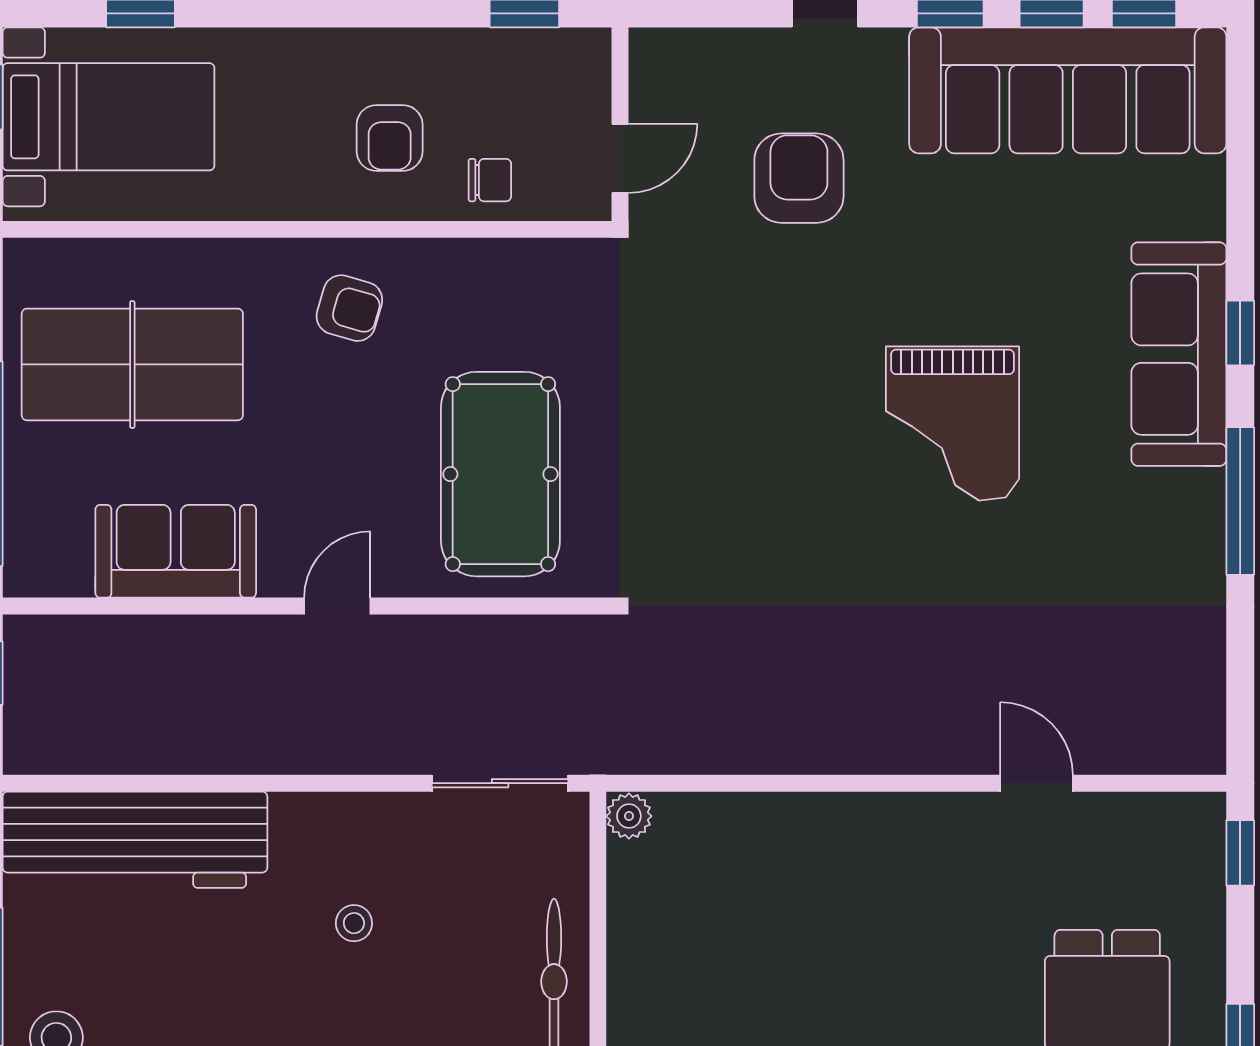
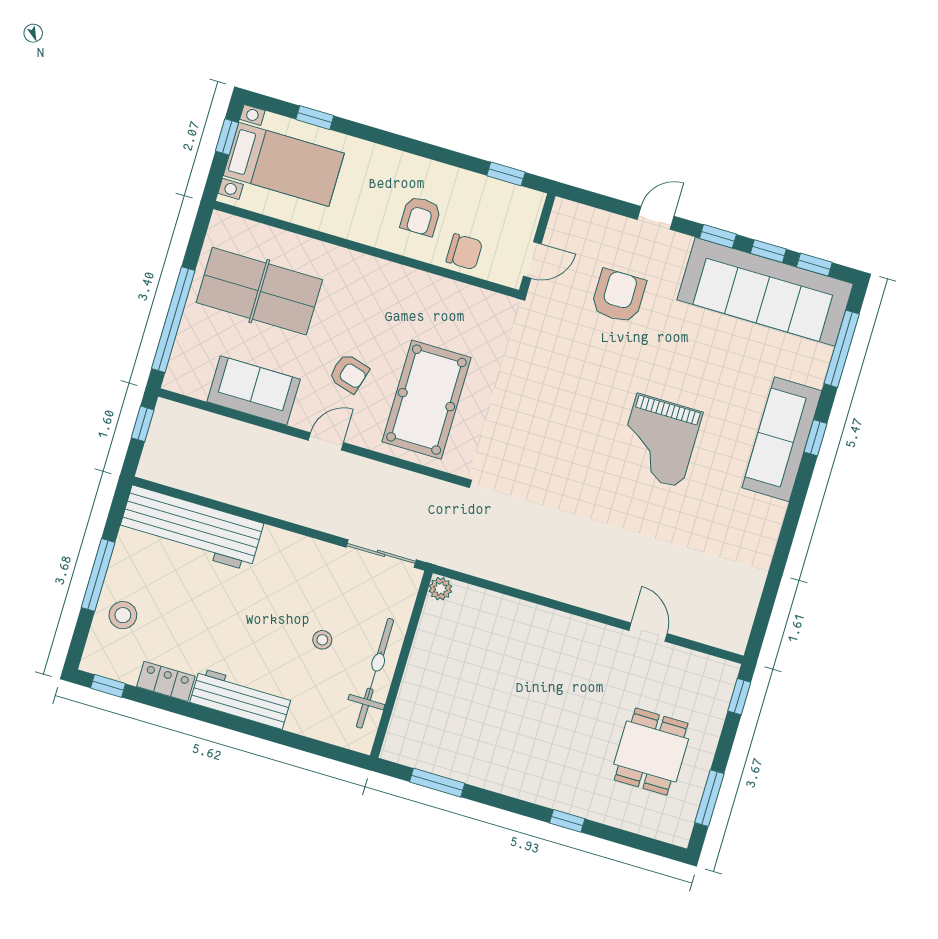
chair: (490, 180) -> (464, 252), width x1.37, depth x1.37
armchair: (349, 308) -> (349, 373), moved
window: (1240, 501) -> (842, 349), moved
stool: (354, 923) -> (322, 640), moved

